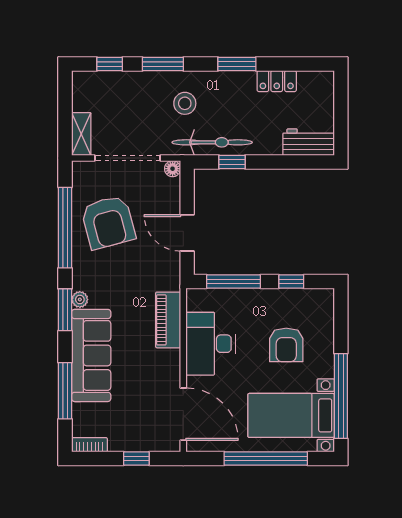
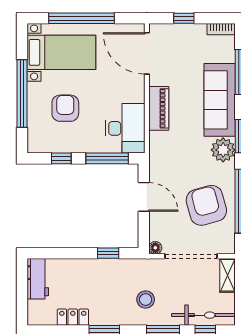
bicycle: (212, 142) -> (203, 315), moved, turned 180
workbench: (309, 142) -> (38, 279), moved, turned -90
plant: (80, 299) -> (223, 150), width x1.88, depth x1.88
piano: (168, 320) -> (159, 108), moved
desk: (211, 344) -> (125, 128), moved
window: (341, 396) -> (22, 94), moved

